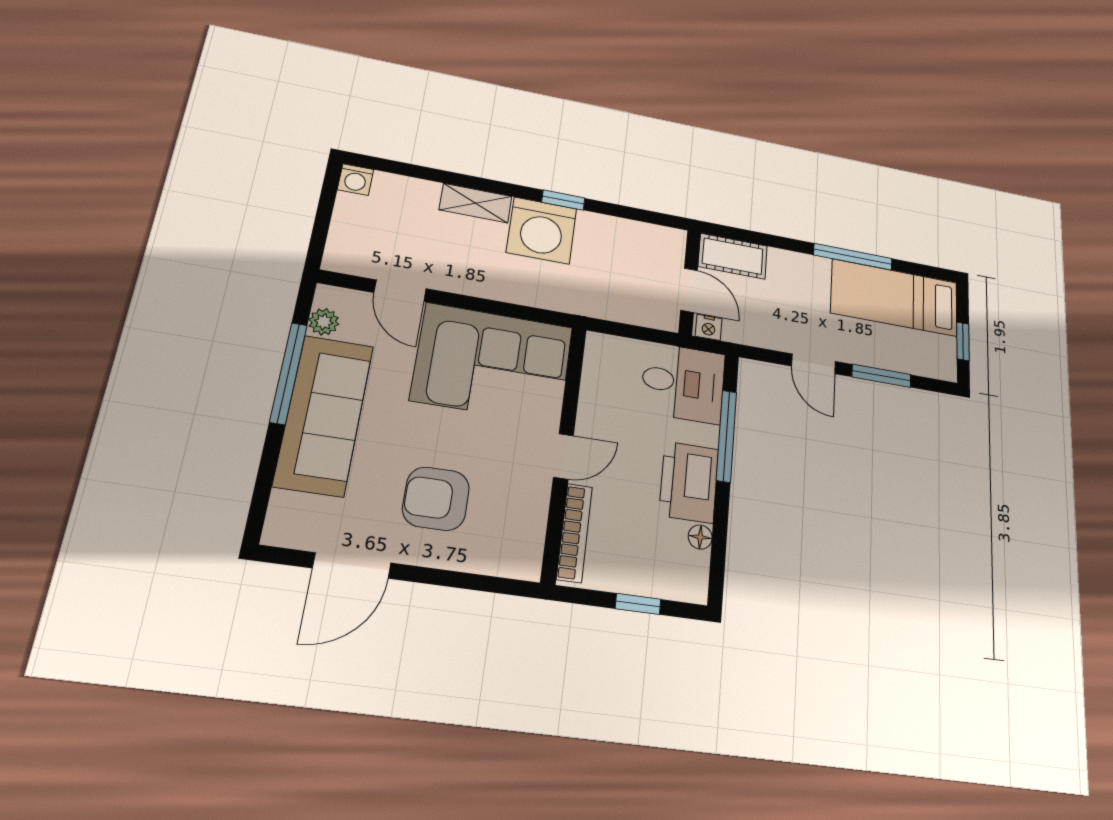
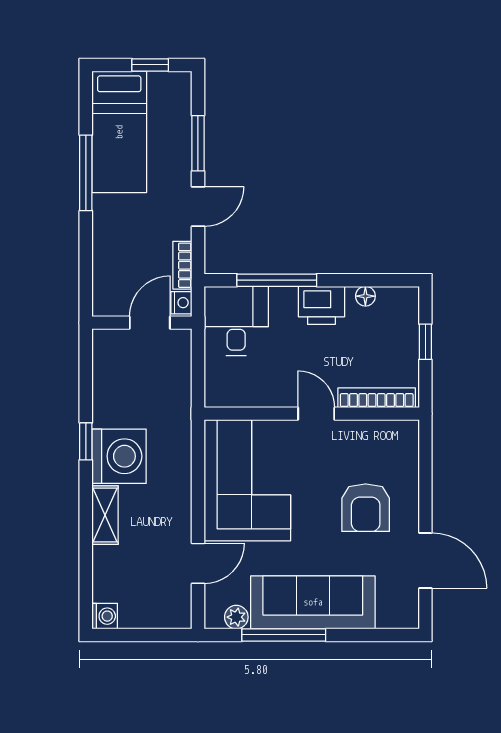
cot: (733, 256) -> (109, 286), removed
bookcase: (750, 336) -> (182, 265), added
printer: (689, 482) -> (321, 305), width x0.73, depth x0.84

